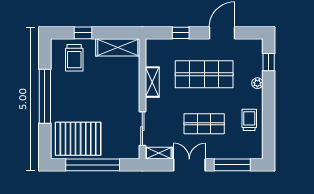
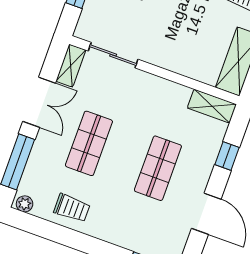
shop shelf: (204, 74) -> (158, 168), width x0.70, depth x0.74
shelving: (152, 82) -> (212, 106), moved
plant: (257, 83) -> (25, 204), moved

